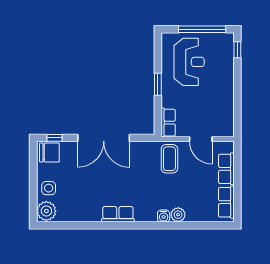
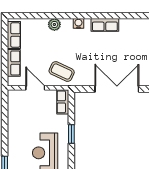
coffee table: (169, 159) -> (62, 72), turned -65
water cooler: (164, 216) -> (78, 23), moved

